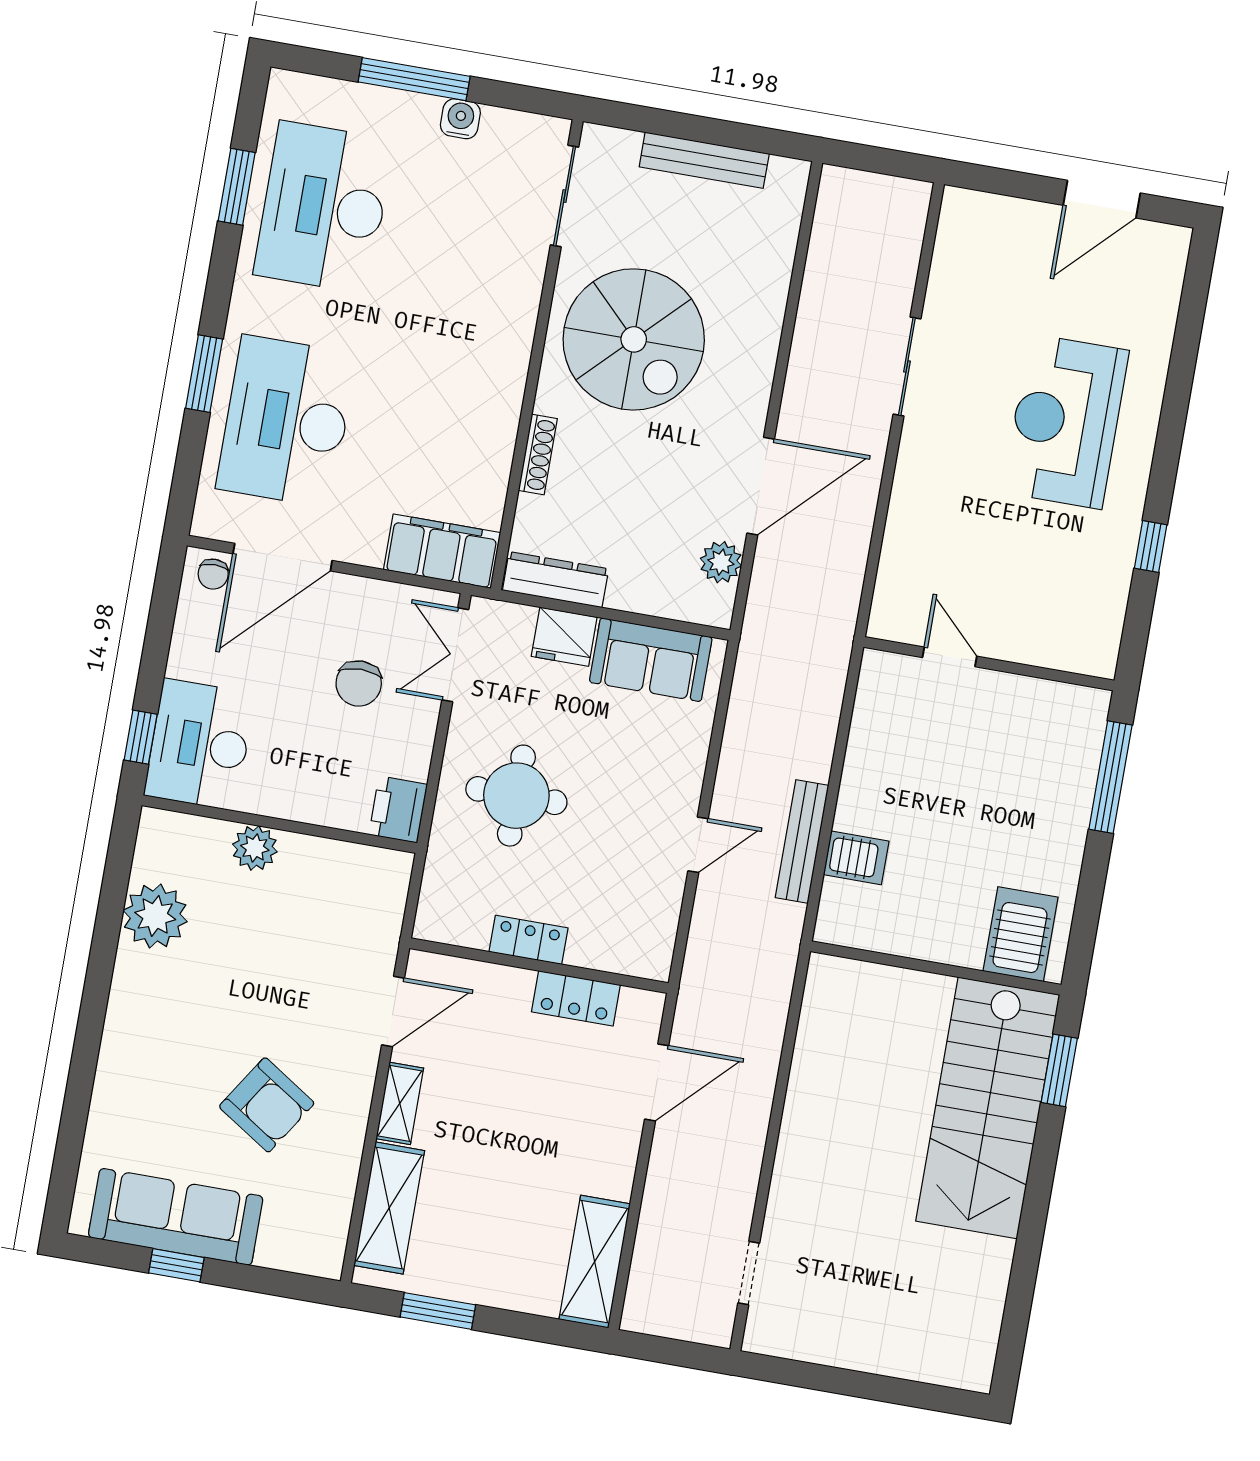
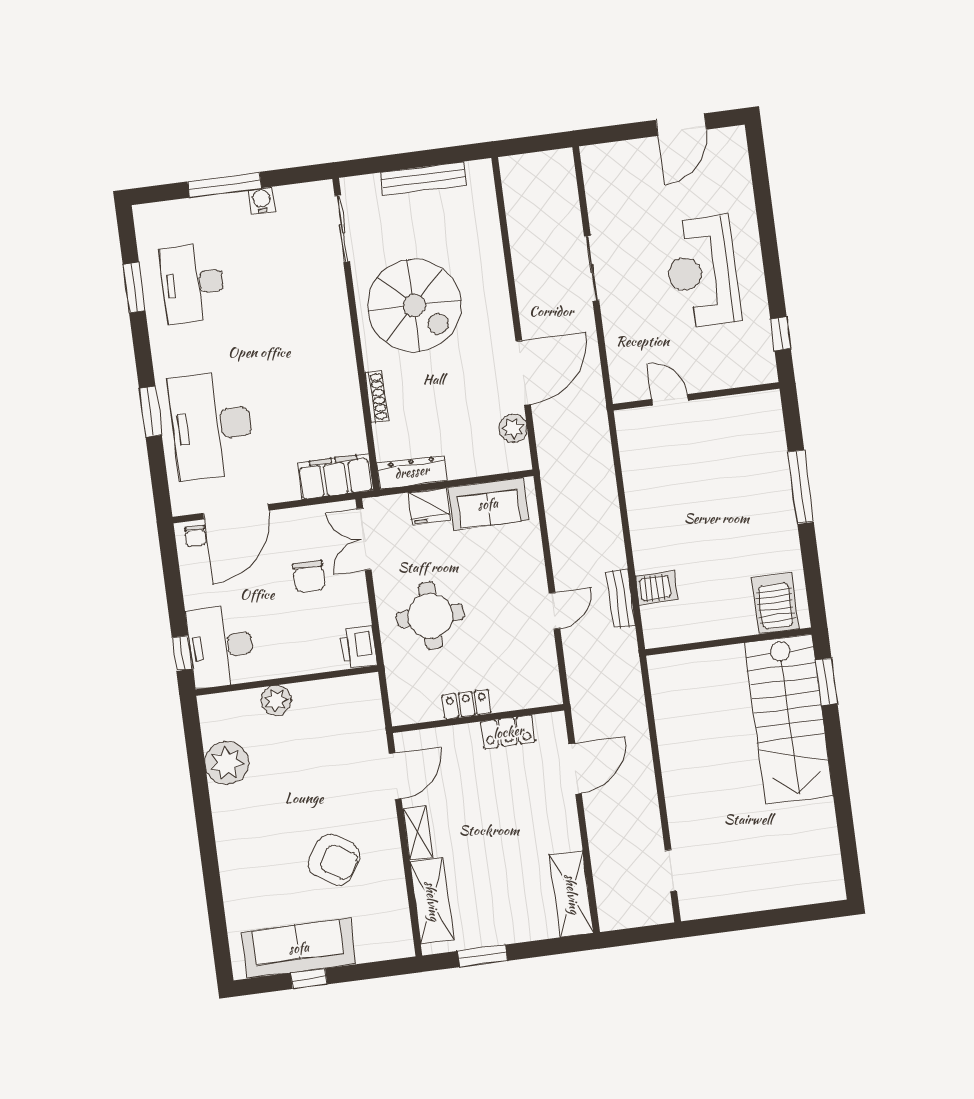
desk: (324, 207) -> (193, 283), width x0.73, depth x0.77
door: (950, 657) -> (670, 400), moved
wall: (989, 664) -> (696, 396), moved
bench: (802, 841) -> (621, 599), width x0.73

